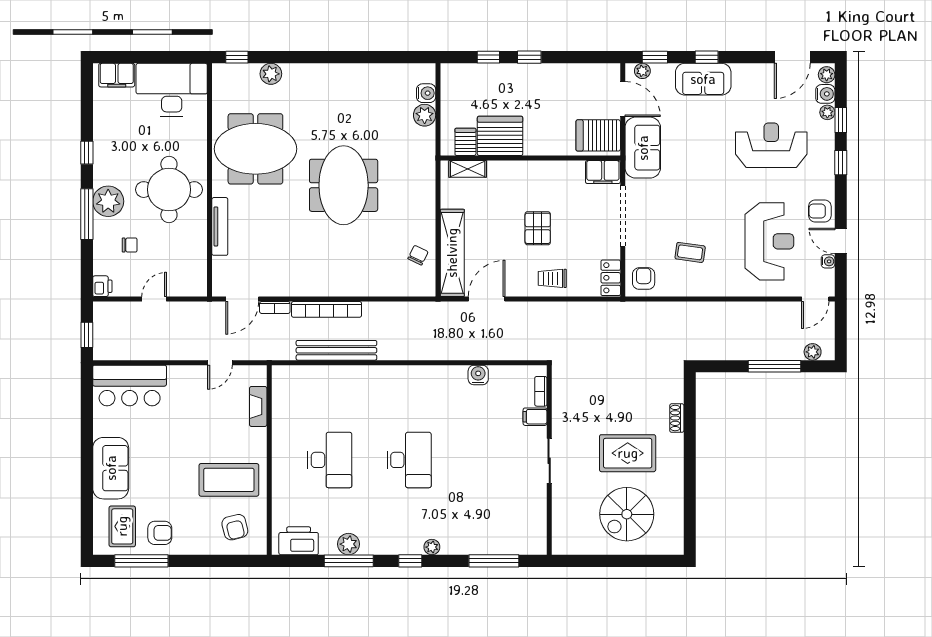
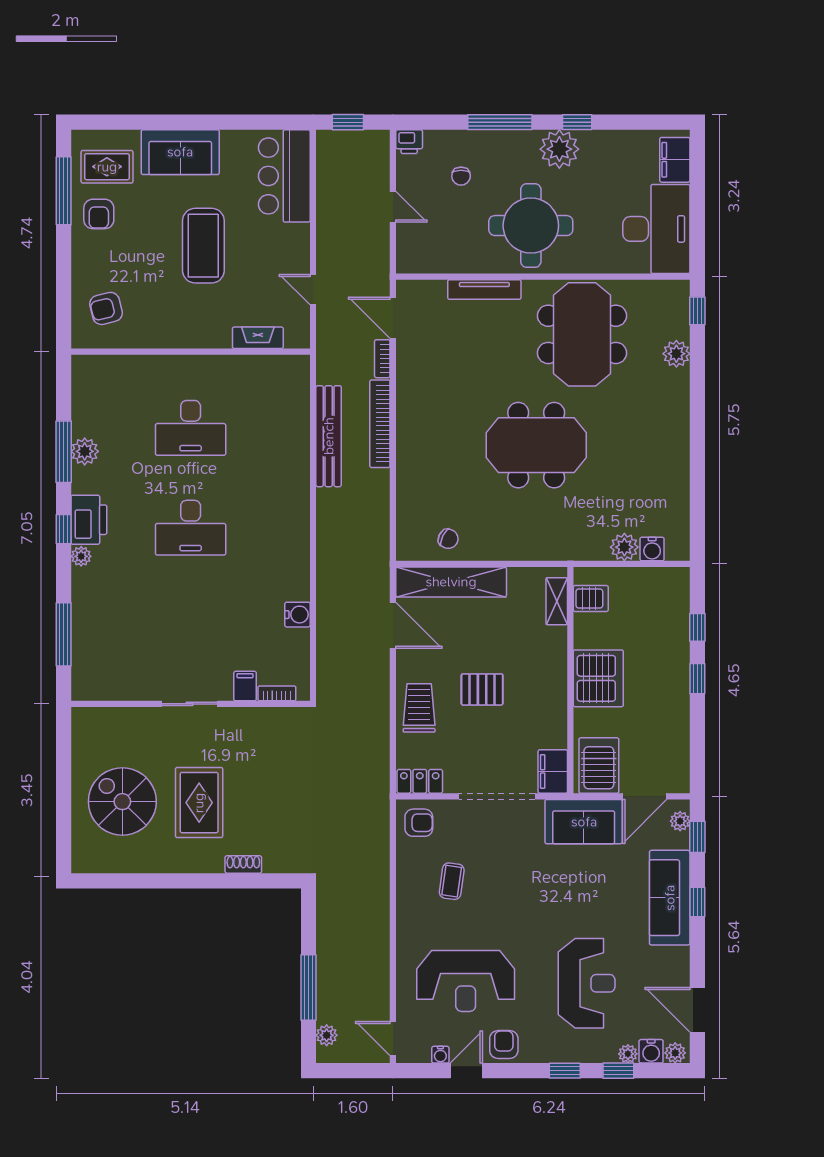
sofa: (703, 79) -> (670, 898), width x1.36
server rack: (500, 136) -> (598, 678), moved
plant: (108, 201) -> (559, 149), moved
trolley: (552, 278) -> (419, 708), width x1.36, depth x1.39
coffee table: (229, 480) -> (203, 246), moved
printer: (299, 541) -> (89, 520), moved

